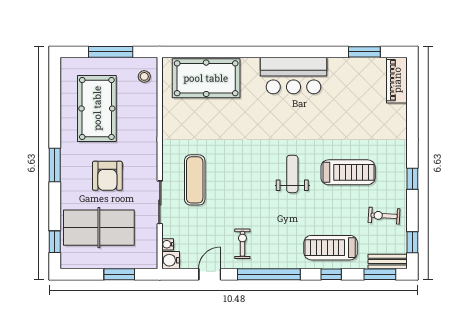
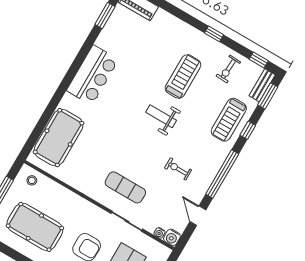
exercise bike: (242, 244) -> (178, 169), moved

